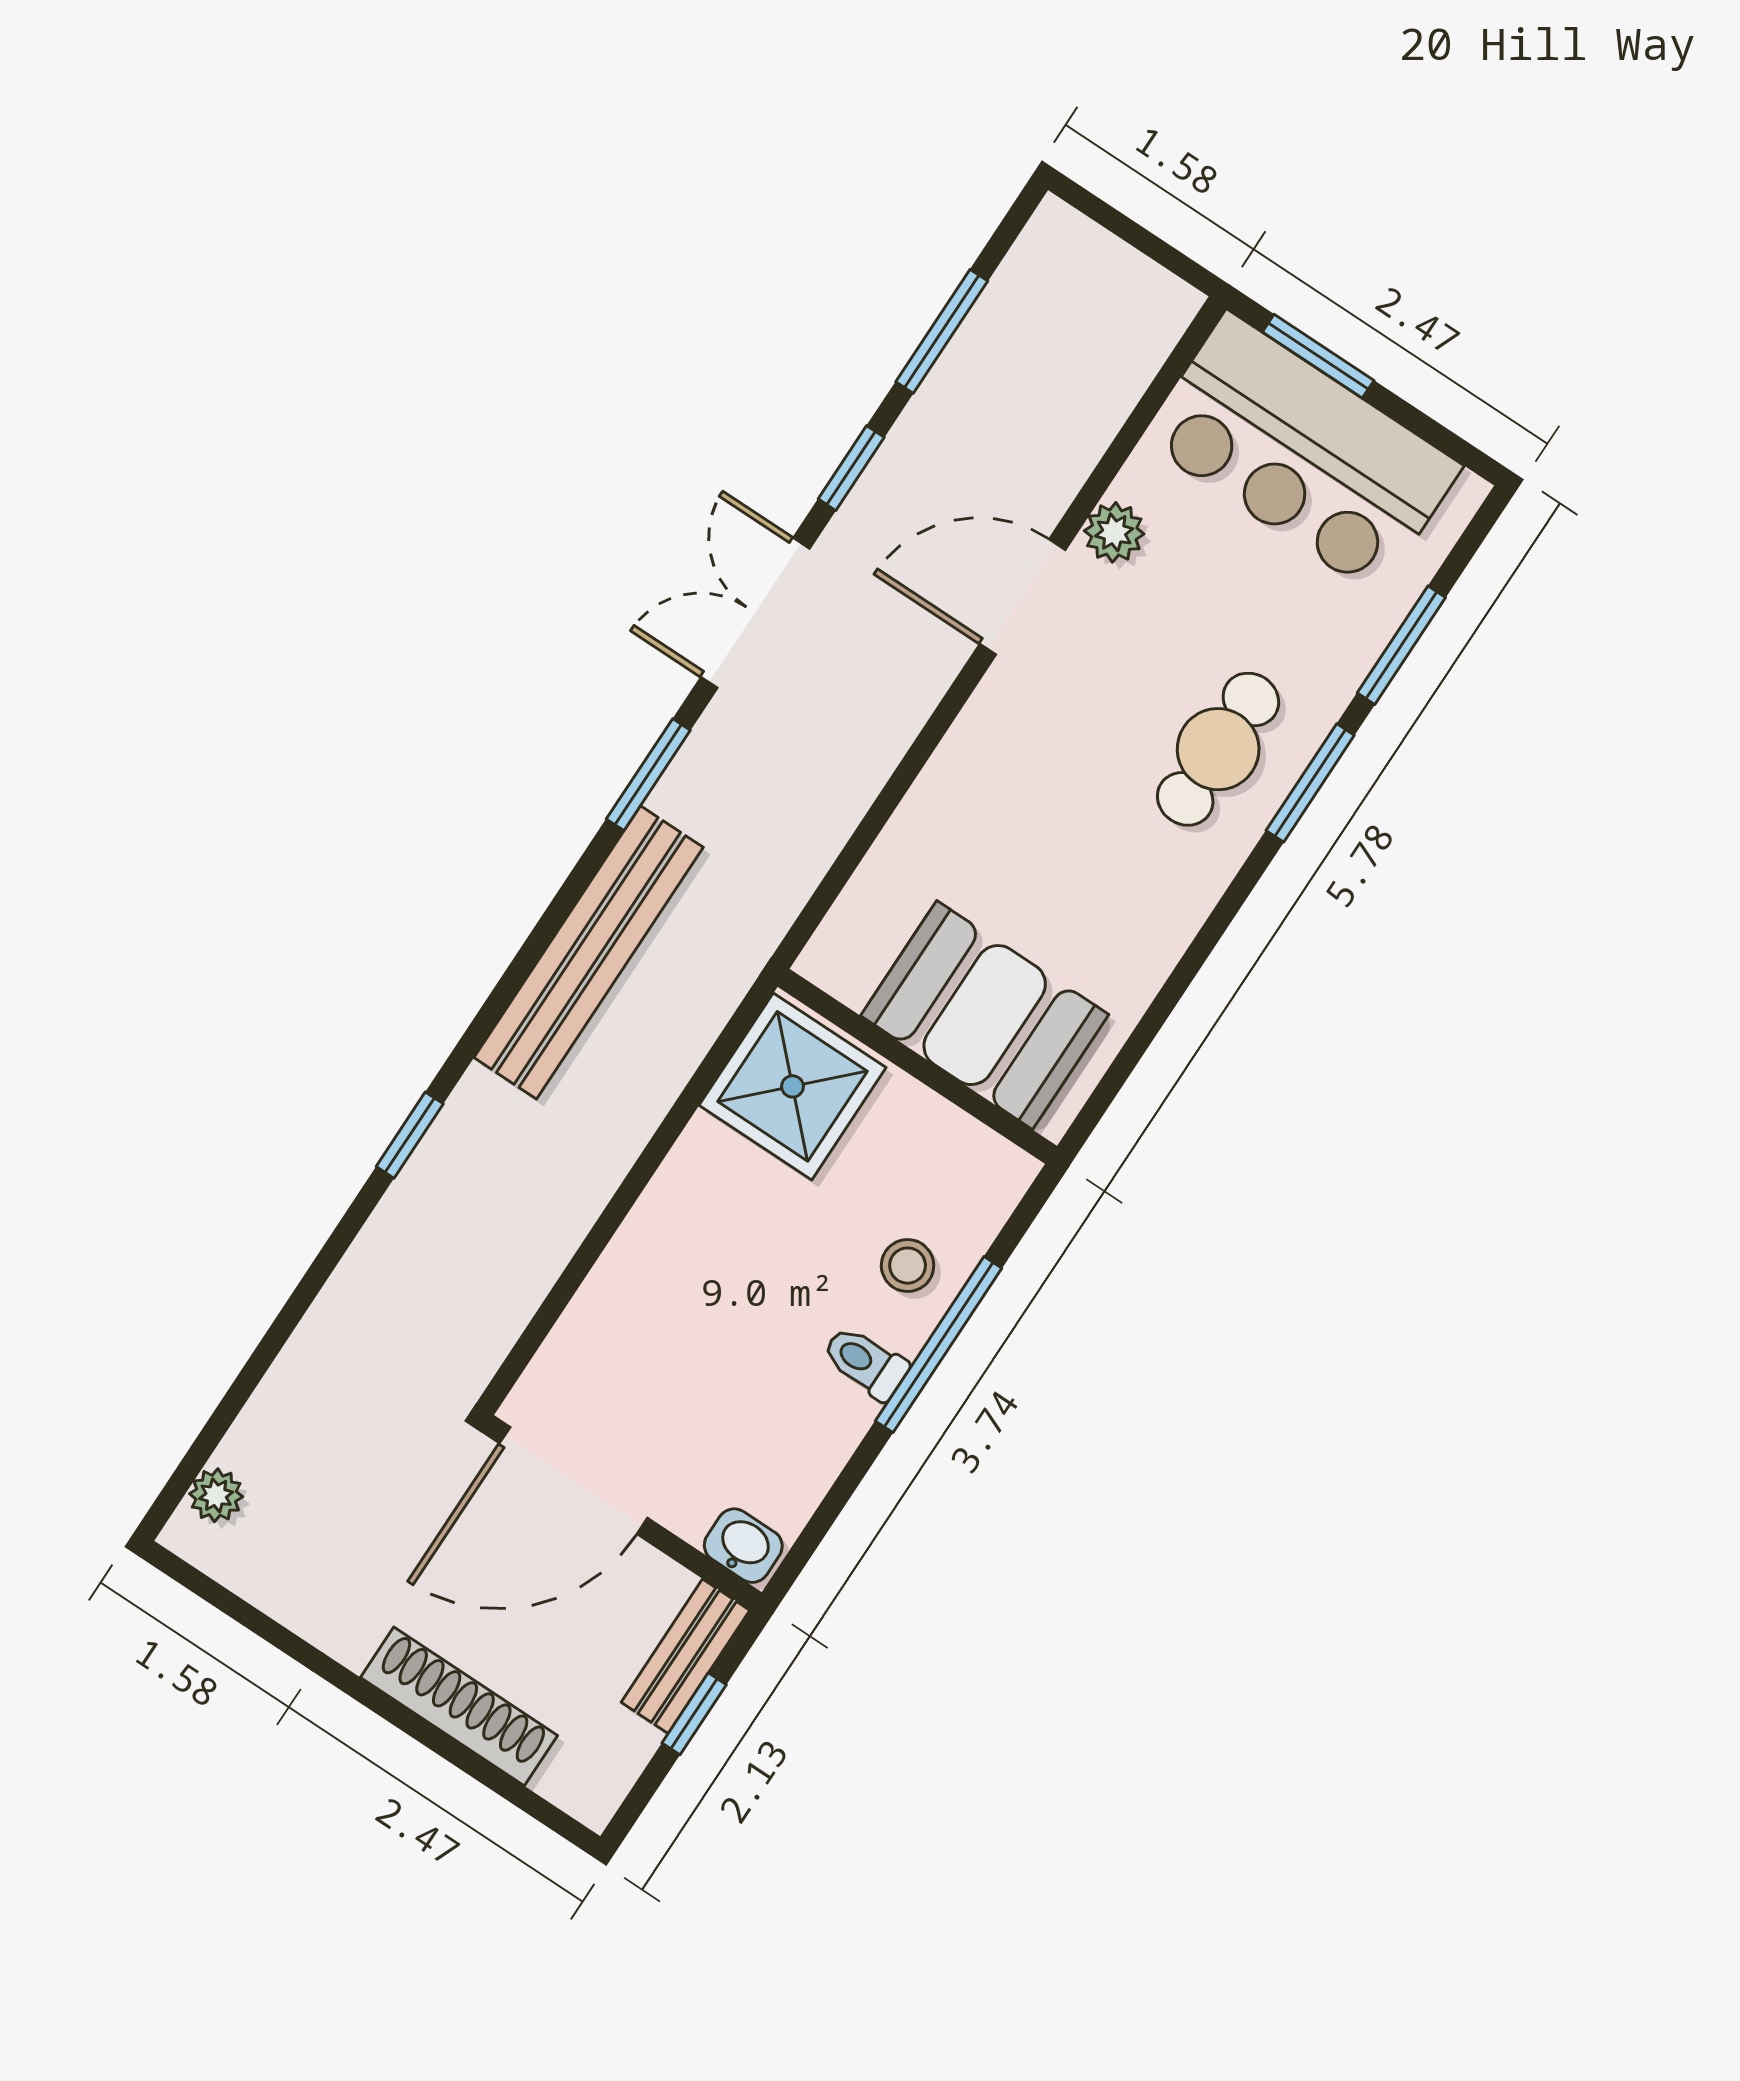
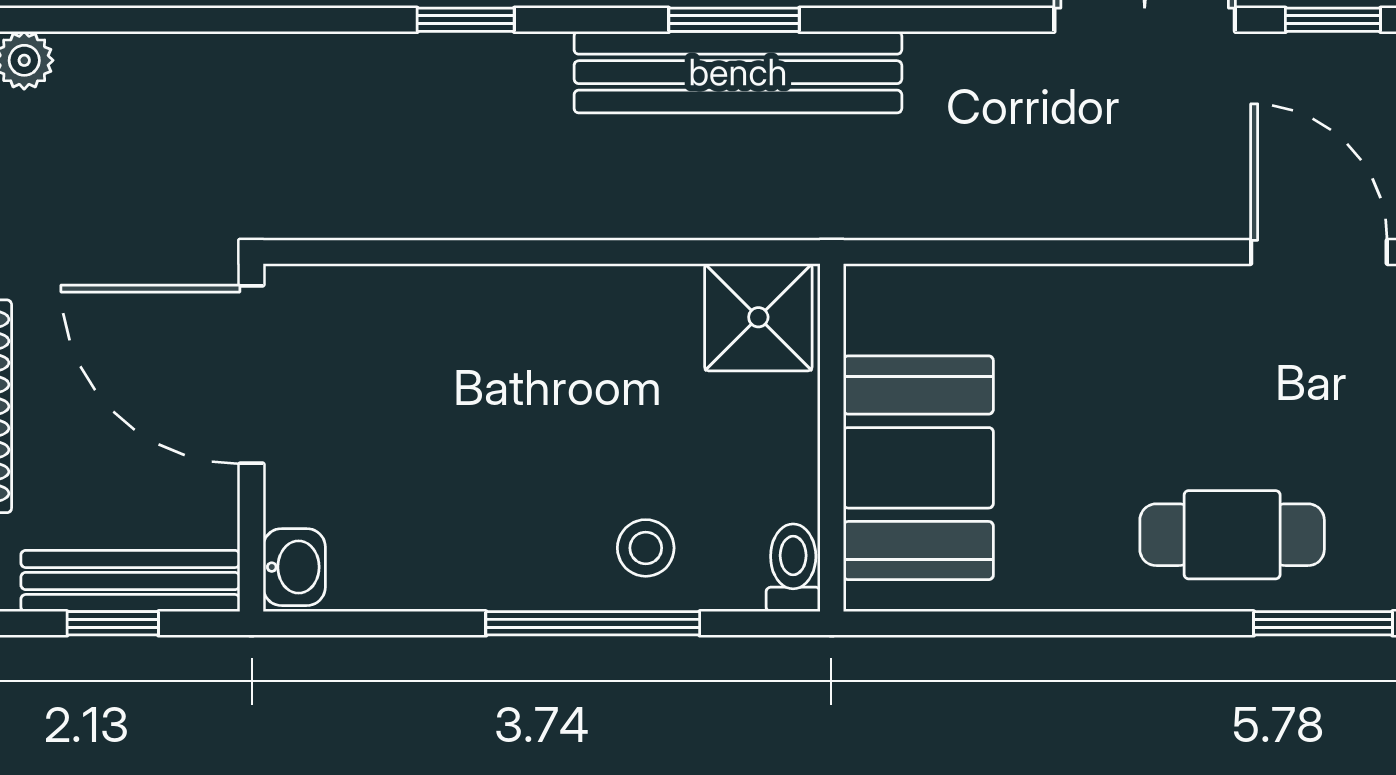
cafe table: (1218, 749) -> (1232, 535), moved
window: (648, 775) -> (734, 20), moved
shower: (793, 1086) -> (758, 317), width x0.73, depth x0.73
toilet: (865, 1362) -> (793, 568), moved
bench: (685, 1656) -> (130, 581), width x1.36

